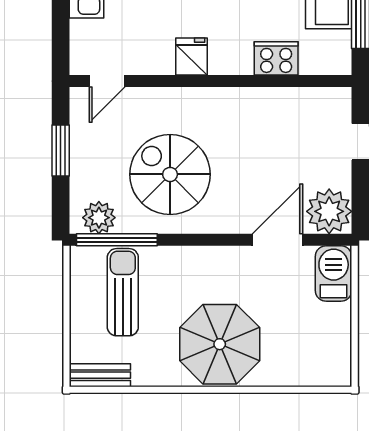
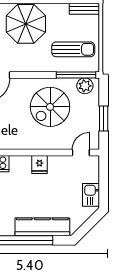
spiral stairs: (170, 174) -> (50, 107), turned 90
sun lounger: (123, 292) -> (73, 49), turned -90

